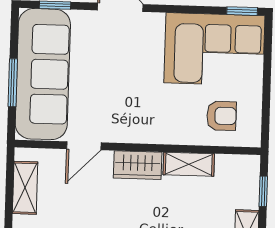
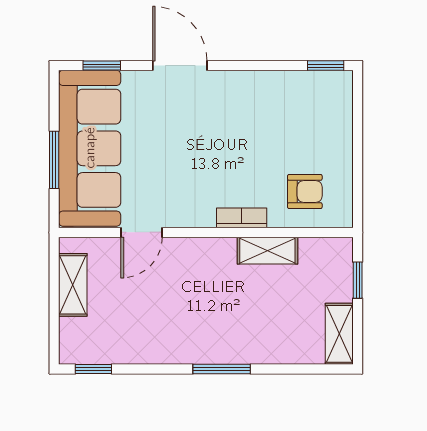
corner sofa: (214, 49) -> (294, 112), removed
bookcase: (168, 136) -> (242, 218), added
wardrobe: (138, 165) -> (206, 253), removed

